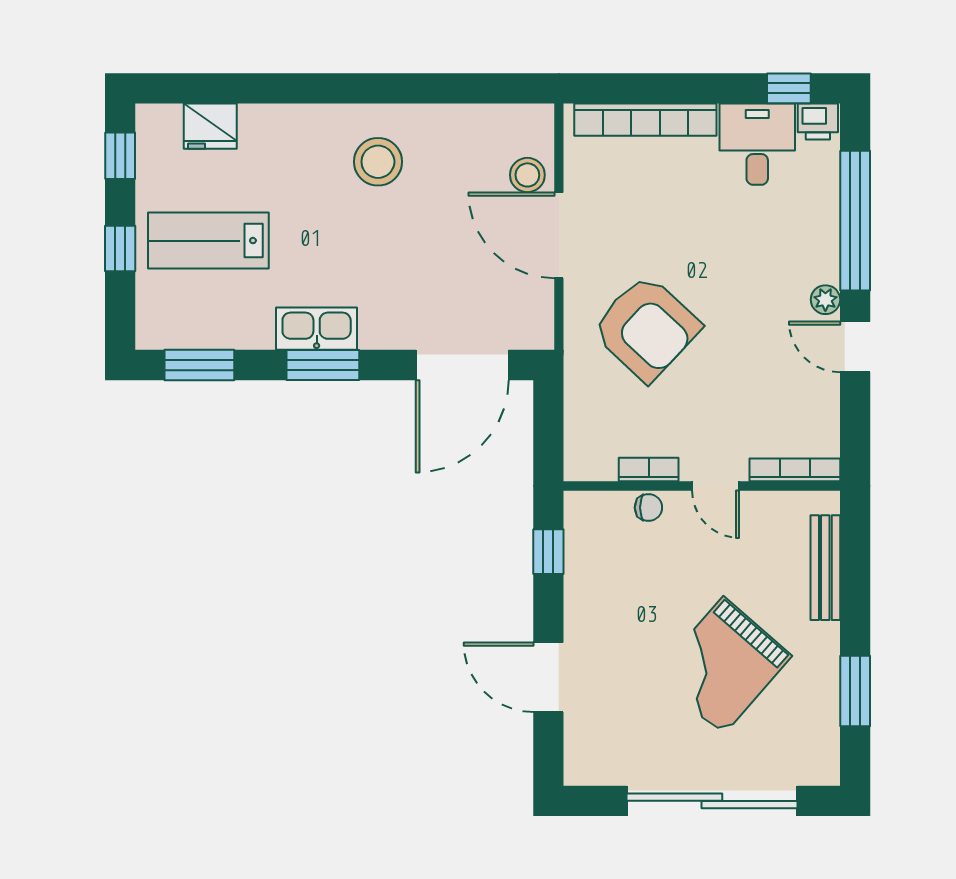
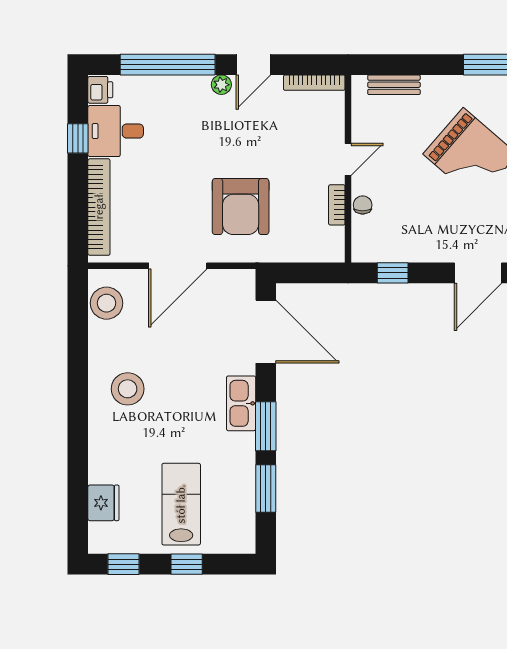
window: (789, 88) -> (78, 138), moved
stool: (527, 175) -> (107, 303), moved, width x1.38, depth x1.38
lab bench: (208, 241) -> (181, 504), turned 180
armchair: (646, 328) -> (241, 207), turned 137
kitchen sink: (317, 329) -> (241, 403), moved
window: (199, 365) -> (266, 489), moved
bookcase: (795, 470) -> (314, 83), moved, turned -90
bench: (825, 568) -> (394, 85), width x0.73

